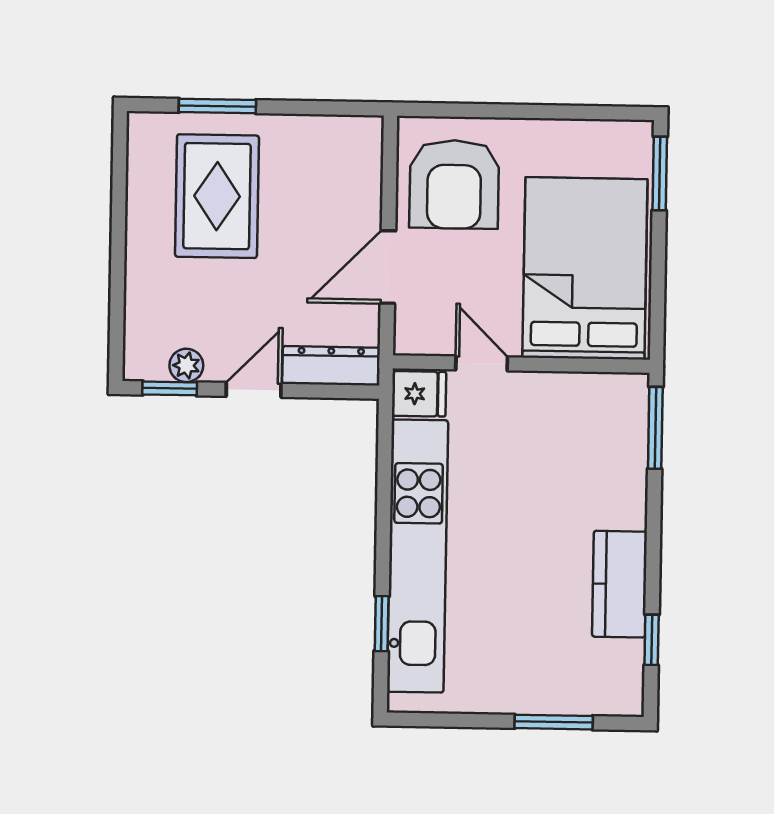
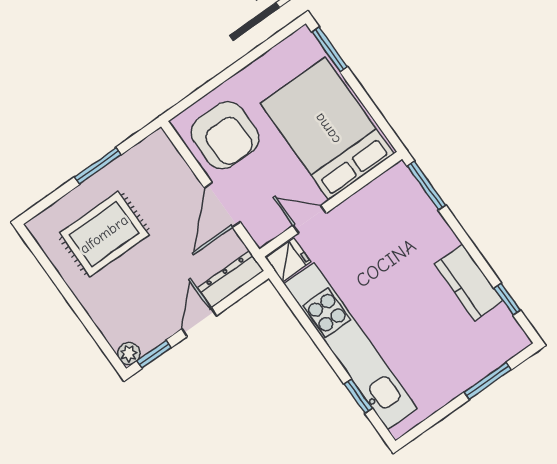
window: (217, 106) -> (98, 166), moved
rug: (217, 196) -> (104, 234), turned 90
plant: (186, 365) -> (129, 353), moved

